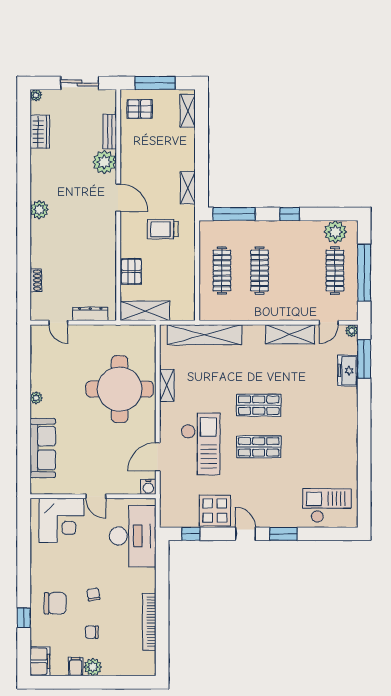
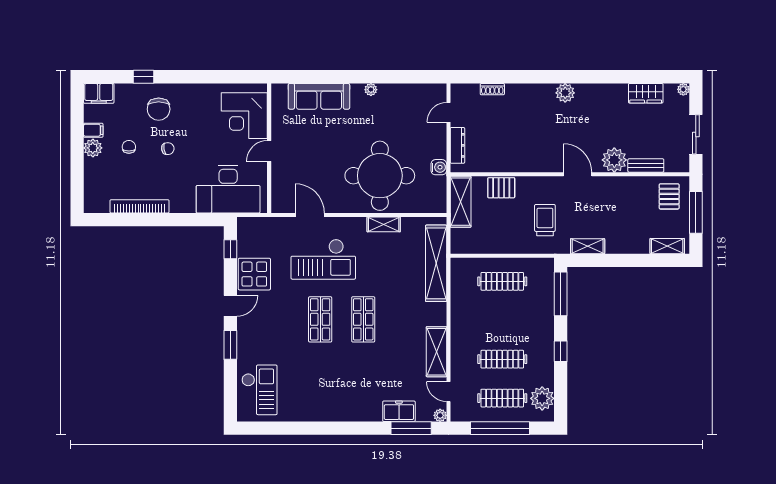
door: (118, 198) -> (578, 174), swing flipped
clothes rail: (260, 271) -> (502, 359), moved
water cooler: (148, 487) -> (439, 167), moved, turned 180

